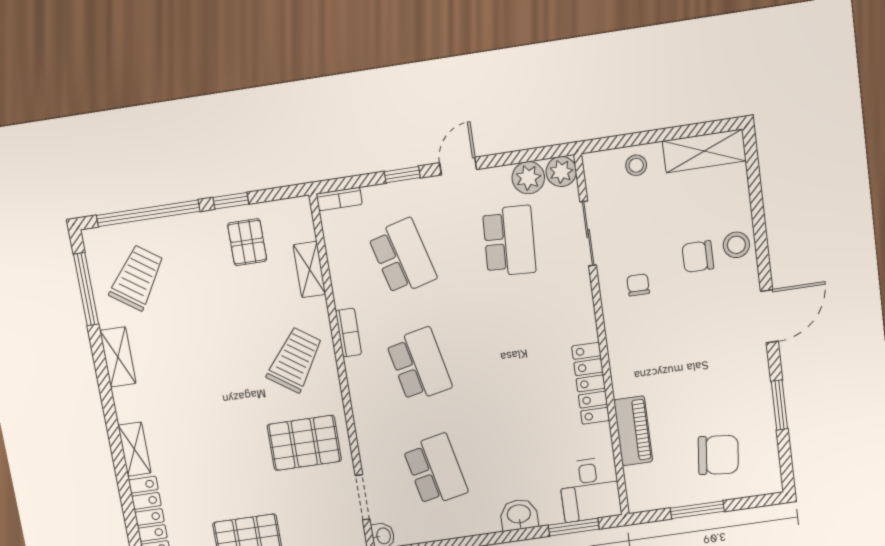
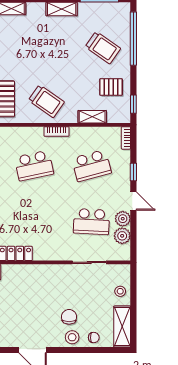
plant: (561, 172) -> (123, 219), moved
window: (231, 201) -> (133, 104), moved
trolley: (137, 278) -> (103, 48), moved
chair: (638, 285) -> (94, 338), moved

